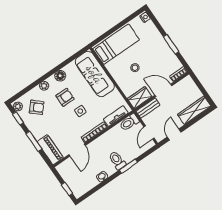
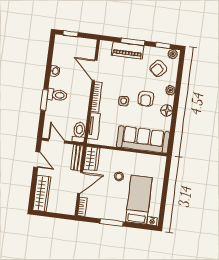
bed: (116, 44) -> (139, 200), moved, turned 180
piano: (50, 150) -> (128, 50), moved

